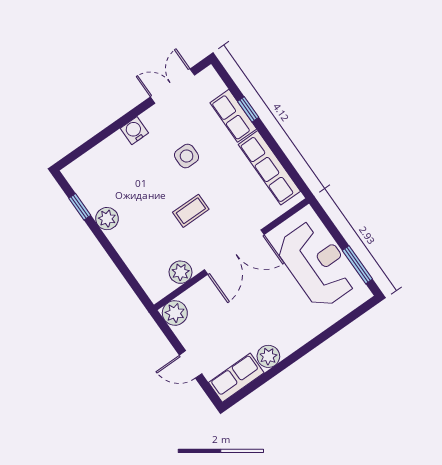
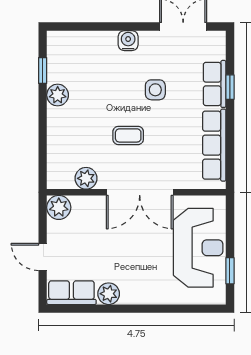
window: (357, 265) -> (230, 271), width x0.67

